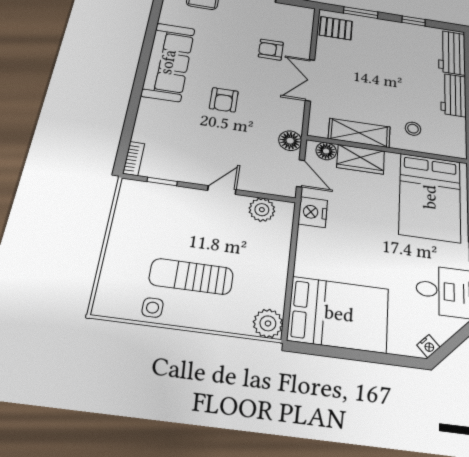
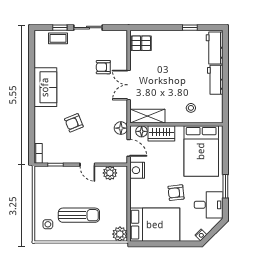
window: (361, 13) -> (156, 28), removed
sofa: (168, 62) -> (45, 87), width x0.73
armchair: (224, 100) -> (74, 123), moved, turned 68
shelving: (359, 133) -> (147, 116), moved
door: (222, 190) -> (87, 165), swing flipped
armchair: (383, 261) -> (176, 193), added
sun lounger: (191, 276) -> (79, 215), turned 180
side table: (153, 308) -> (48, 224), moved

